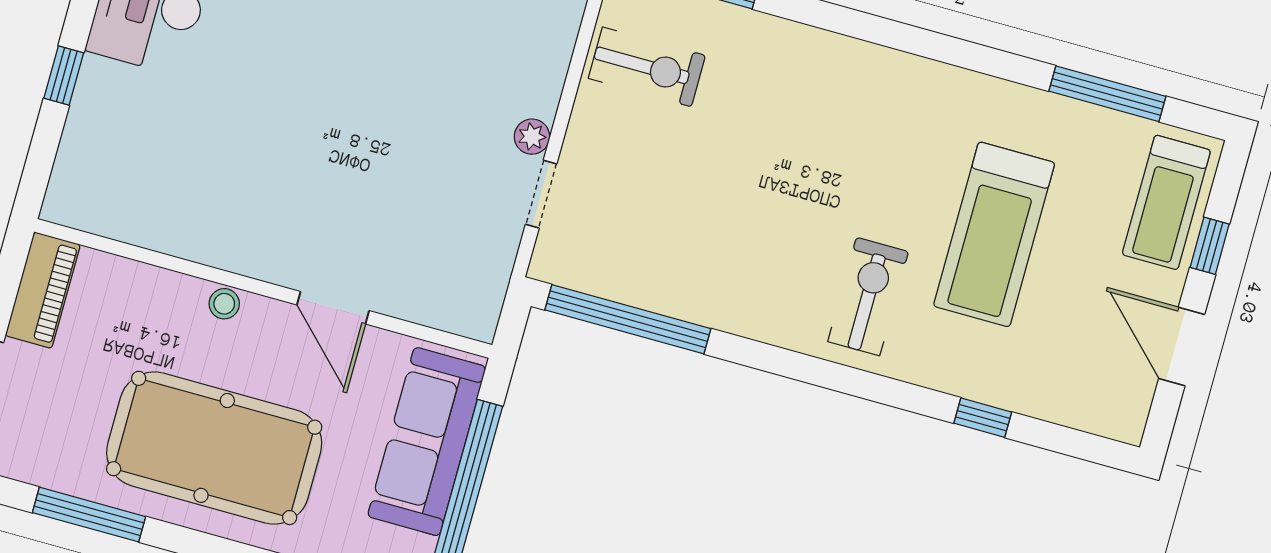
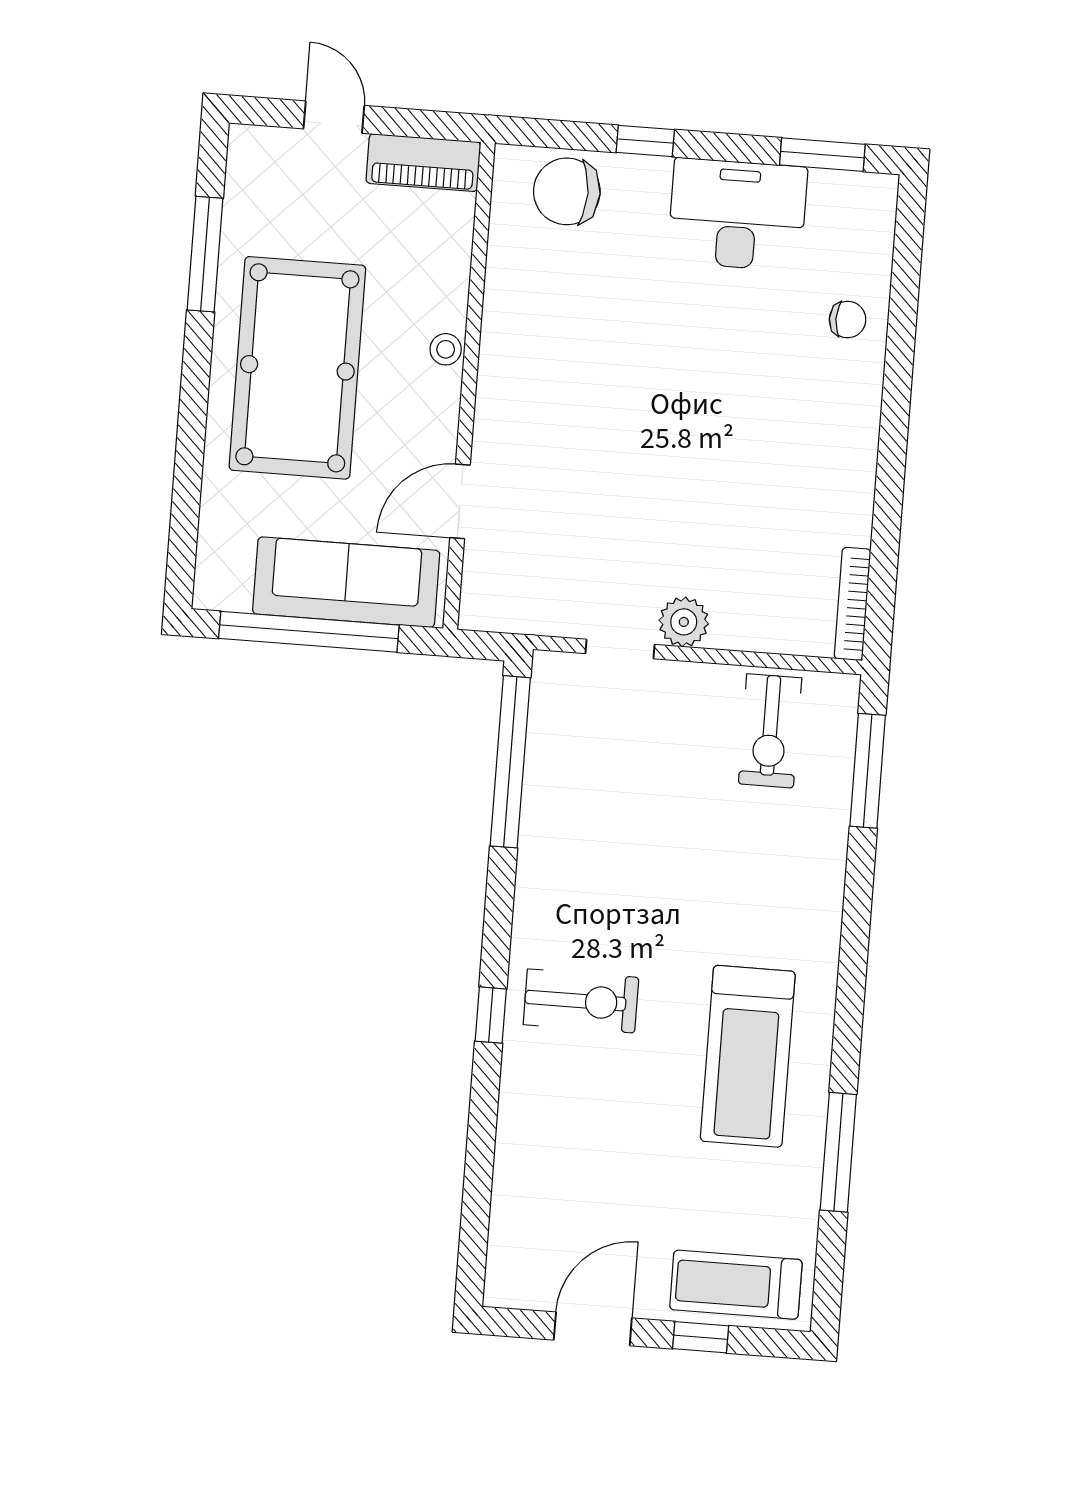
window: (1107, 94) -> (838, 1152), moved
plant: (532, 137) -> (684, 622), width x1.38, depth x1.38
chair: (97, 159) -> (567, 191), added
treadmill: (994, 234) -> (748, 1056), moved, turned -90
door: (333, 308) -> (460, 501), moved
window: (983, 418) -> (491, 1015), moved

